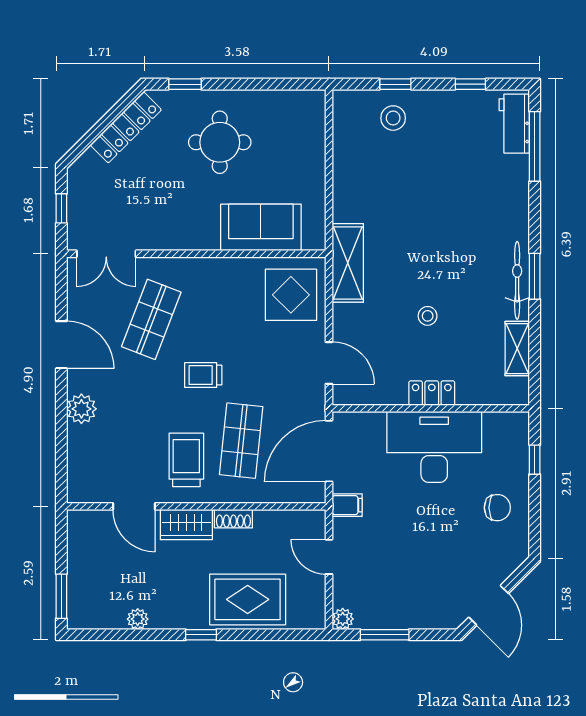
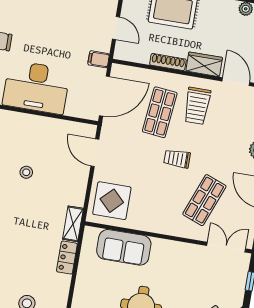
shelving: (348, 263) -> (73, 224), width x0.67, depth x0.75
trolley: (203, 375) -> (177, 159), turned 180
locker: (432, 393) -> (67, 258), moved, turned 90
shoe rack: (233, 519) -> (168, 62), width x1.43

